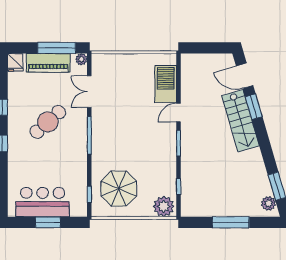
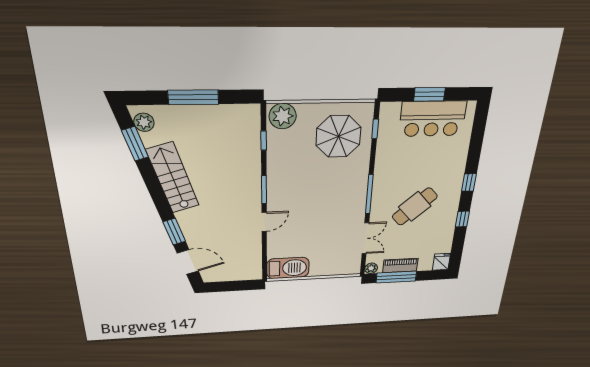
piano: (48, 63) -> (400, 266), width x0.73, depth x0.75
barbecue: (166, 84) -> (288, 268), moved, turned -90
stairs: (240, 121) -> (173, 178), moved

